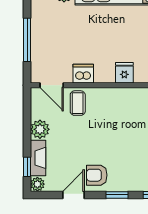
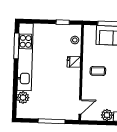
dishwasher: (83, 74) -> (73, 87), removed
coffee table: (78, 103) -> (98, 71), moved

